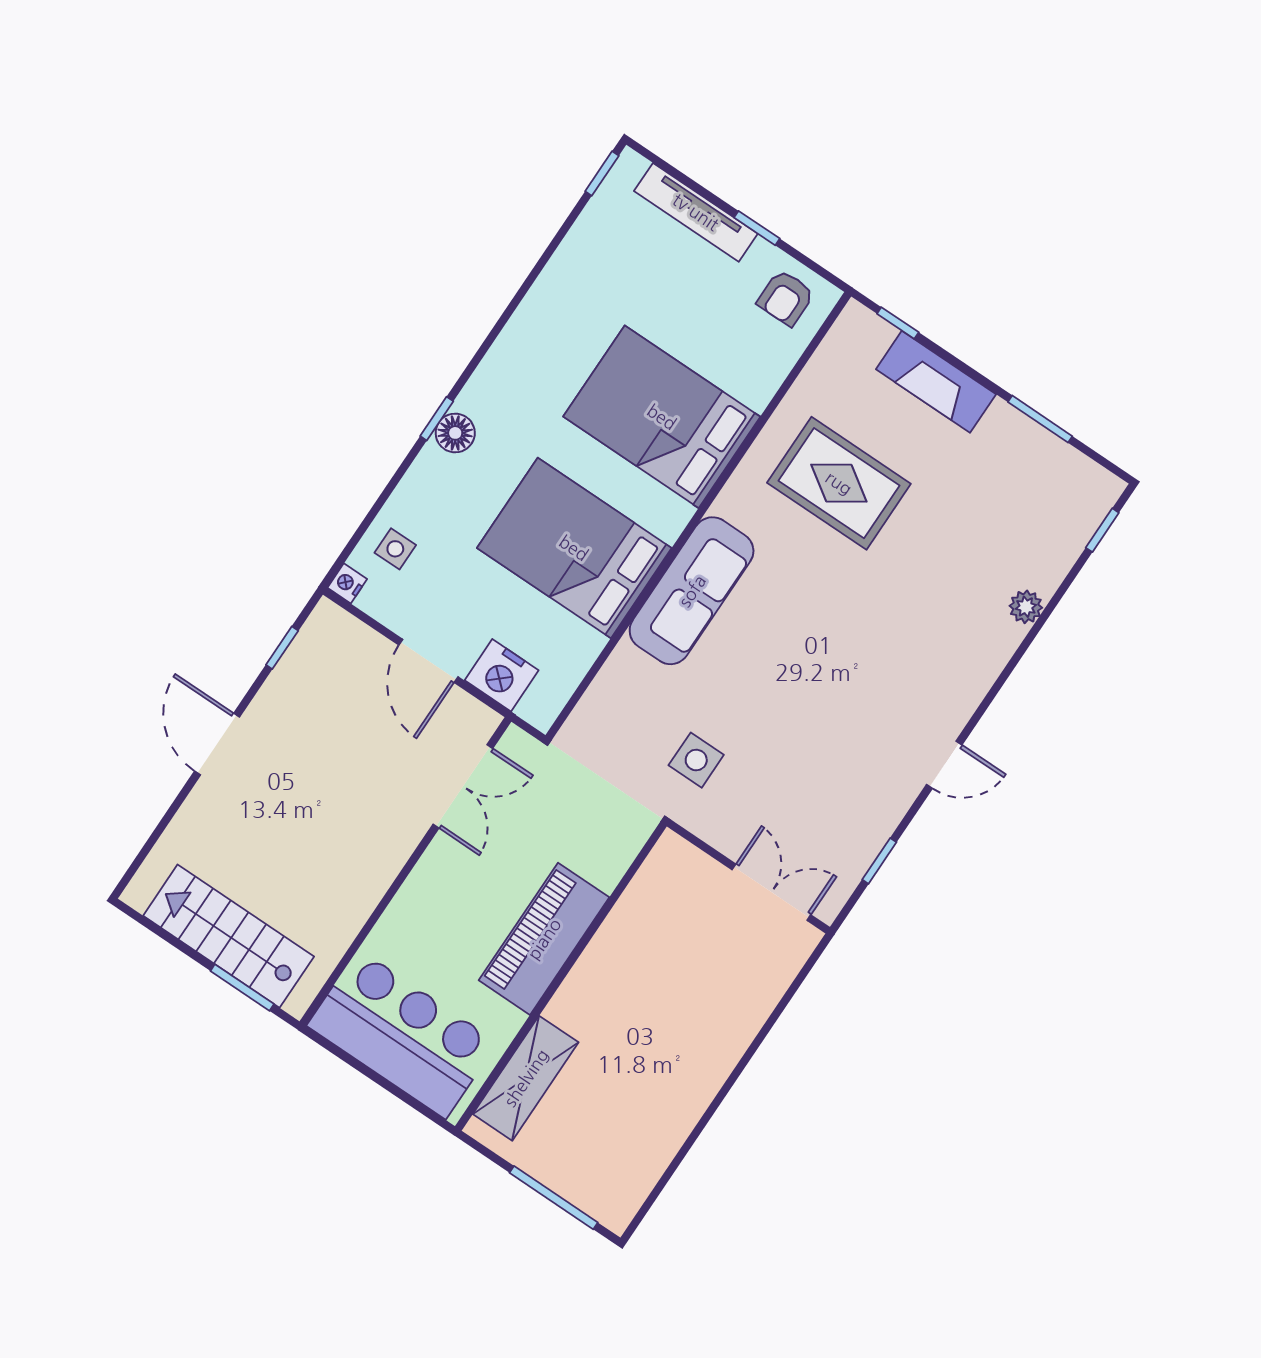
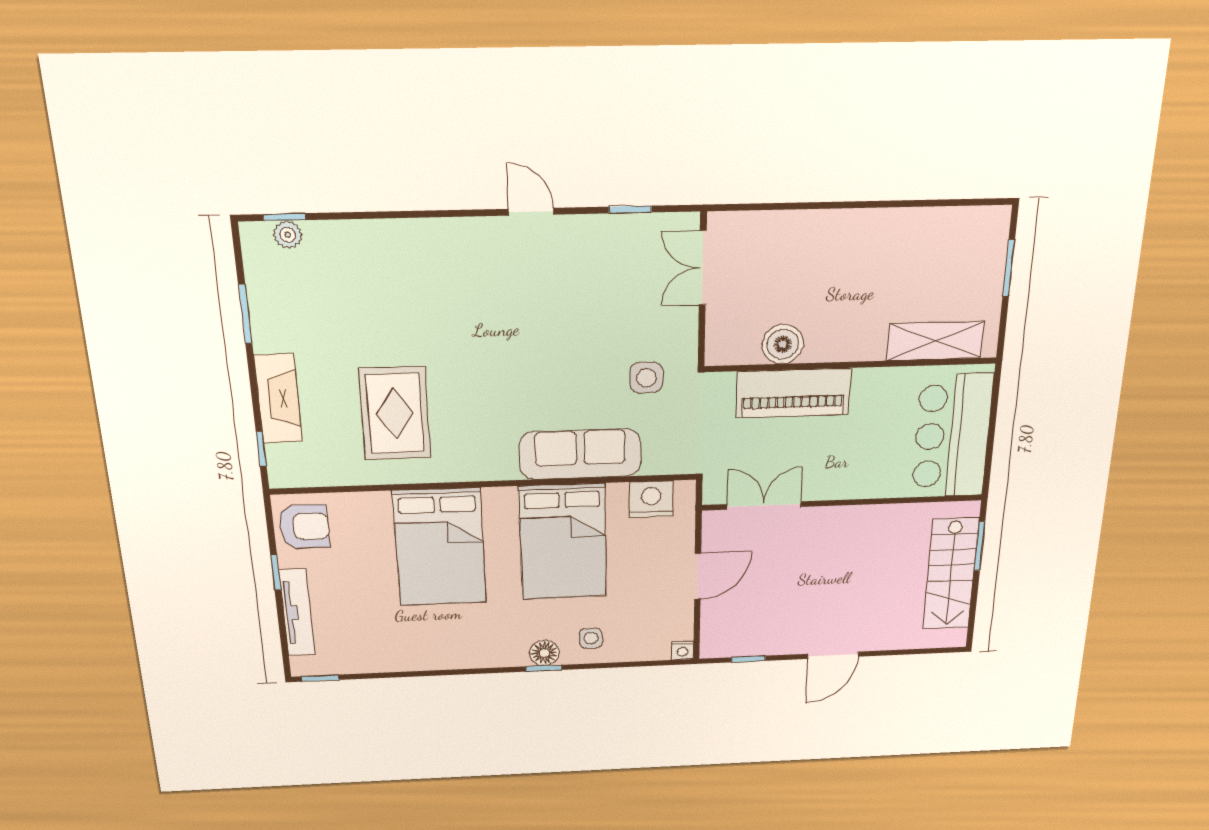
armchair: (786, 298) -> (304, 526), width x1.38, depth x1.38
side table: (395, 549) -> (591, 638), moved
sofa: (692, 591) -> (580, 454), moved
plant: (1026, 607) -> (288, 235), moved
nightstand: (502, 675) -> (651, 499), moved, turned -90
boiler: (634, 921) -> (783, 344), added
piano: (544, 939) -> (793, 393), moved
window: (554, 1198) -> (1009, 268), width x0.69

